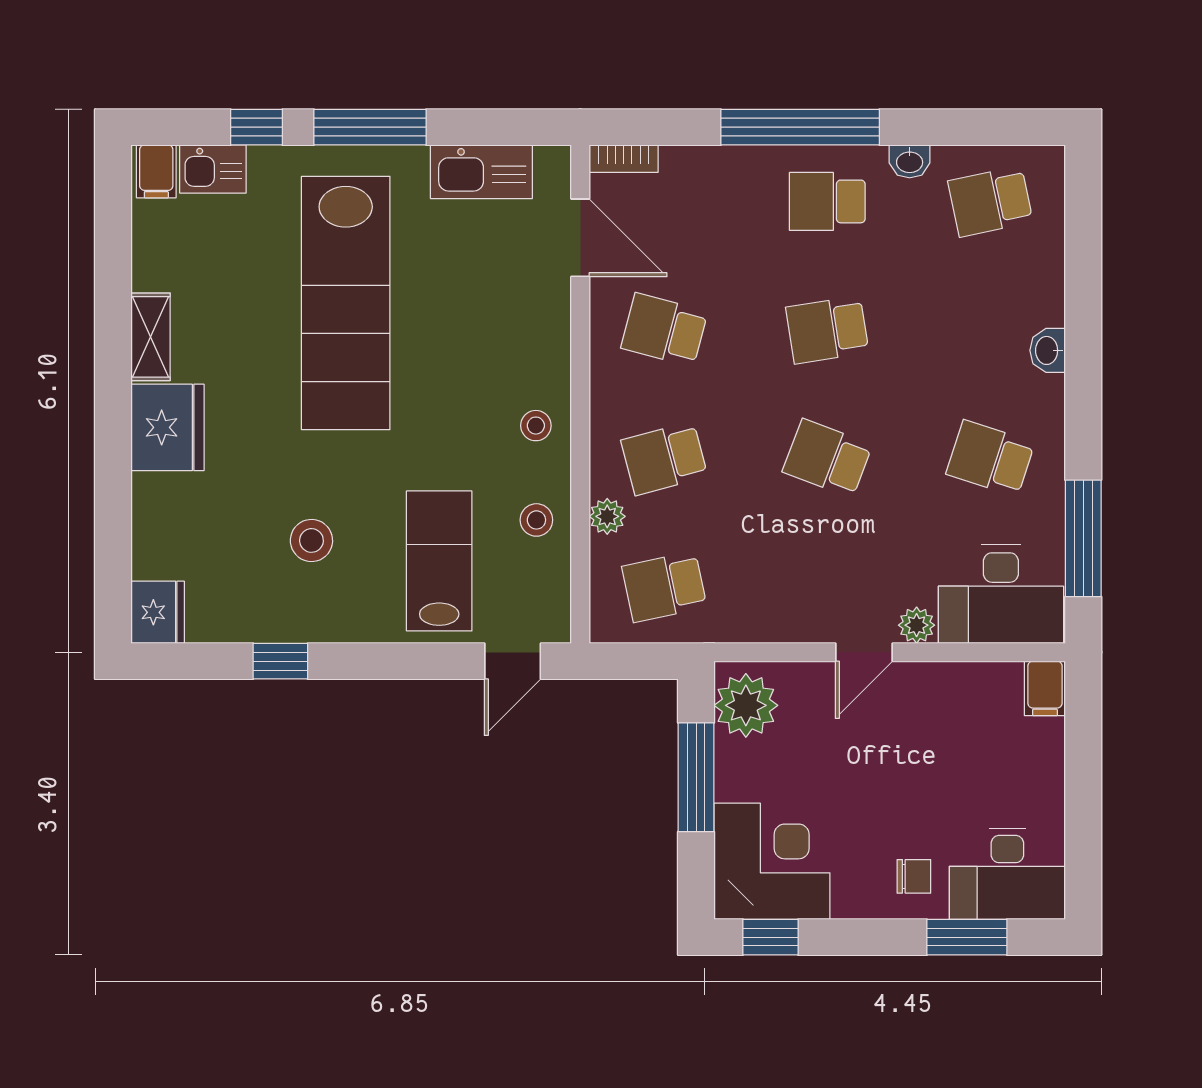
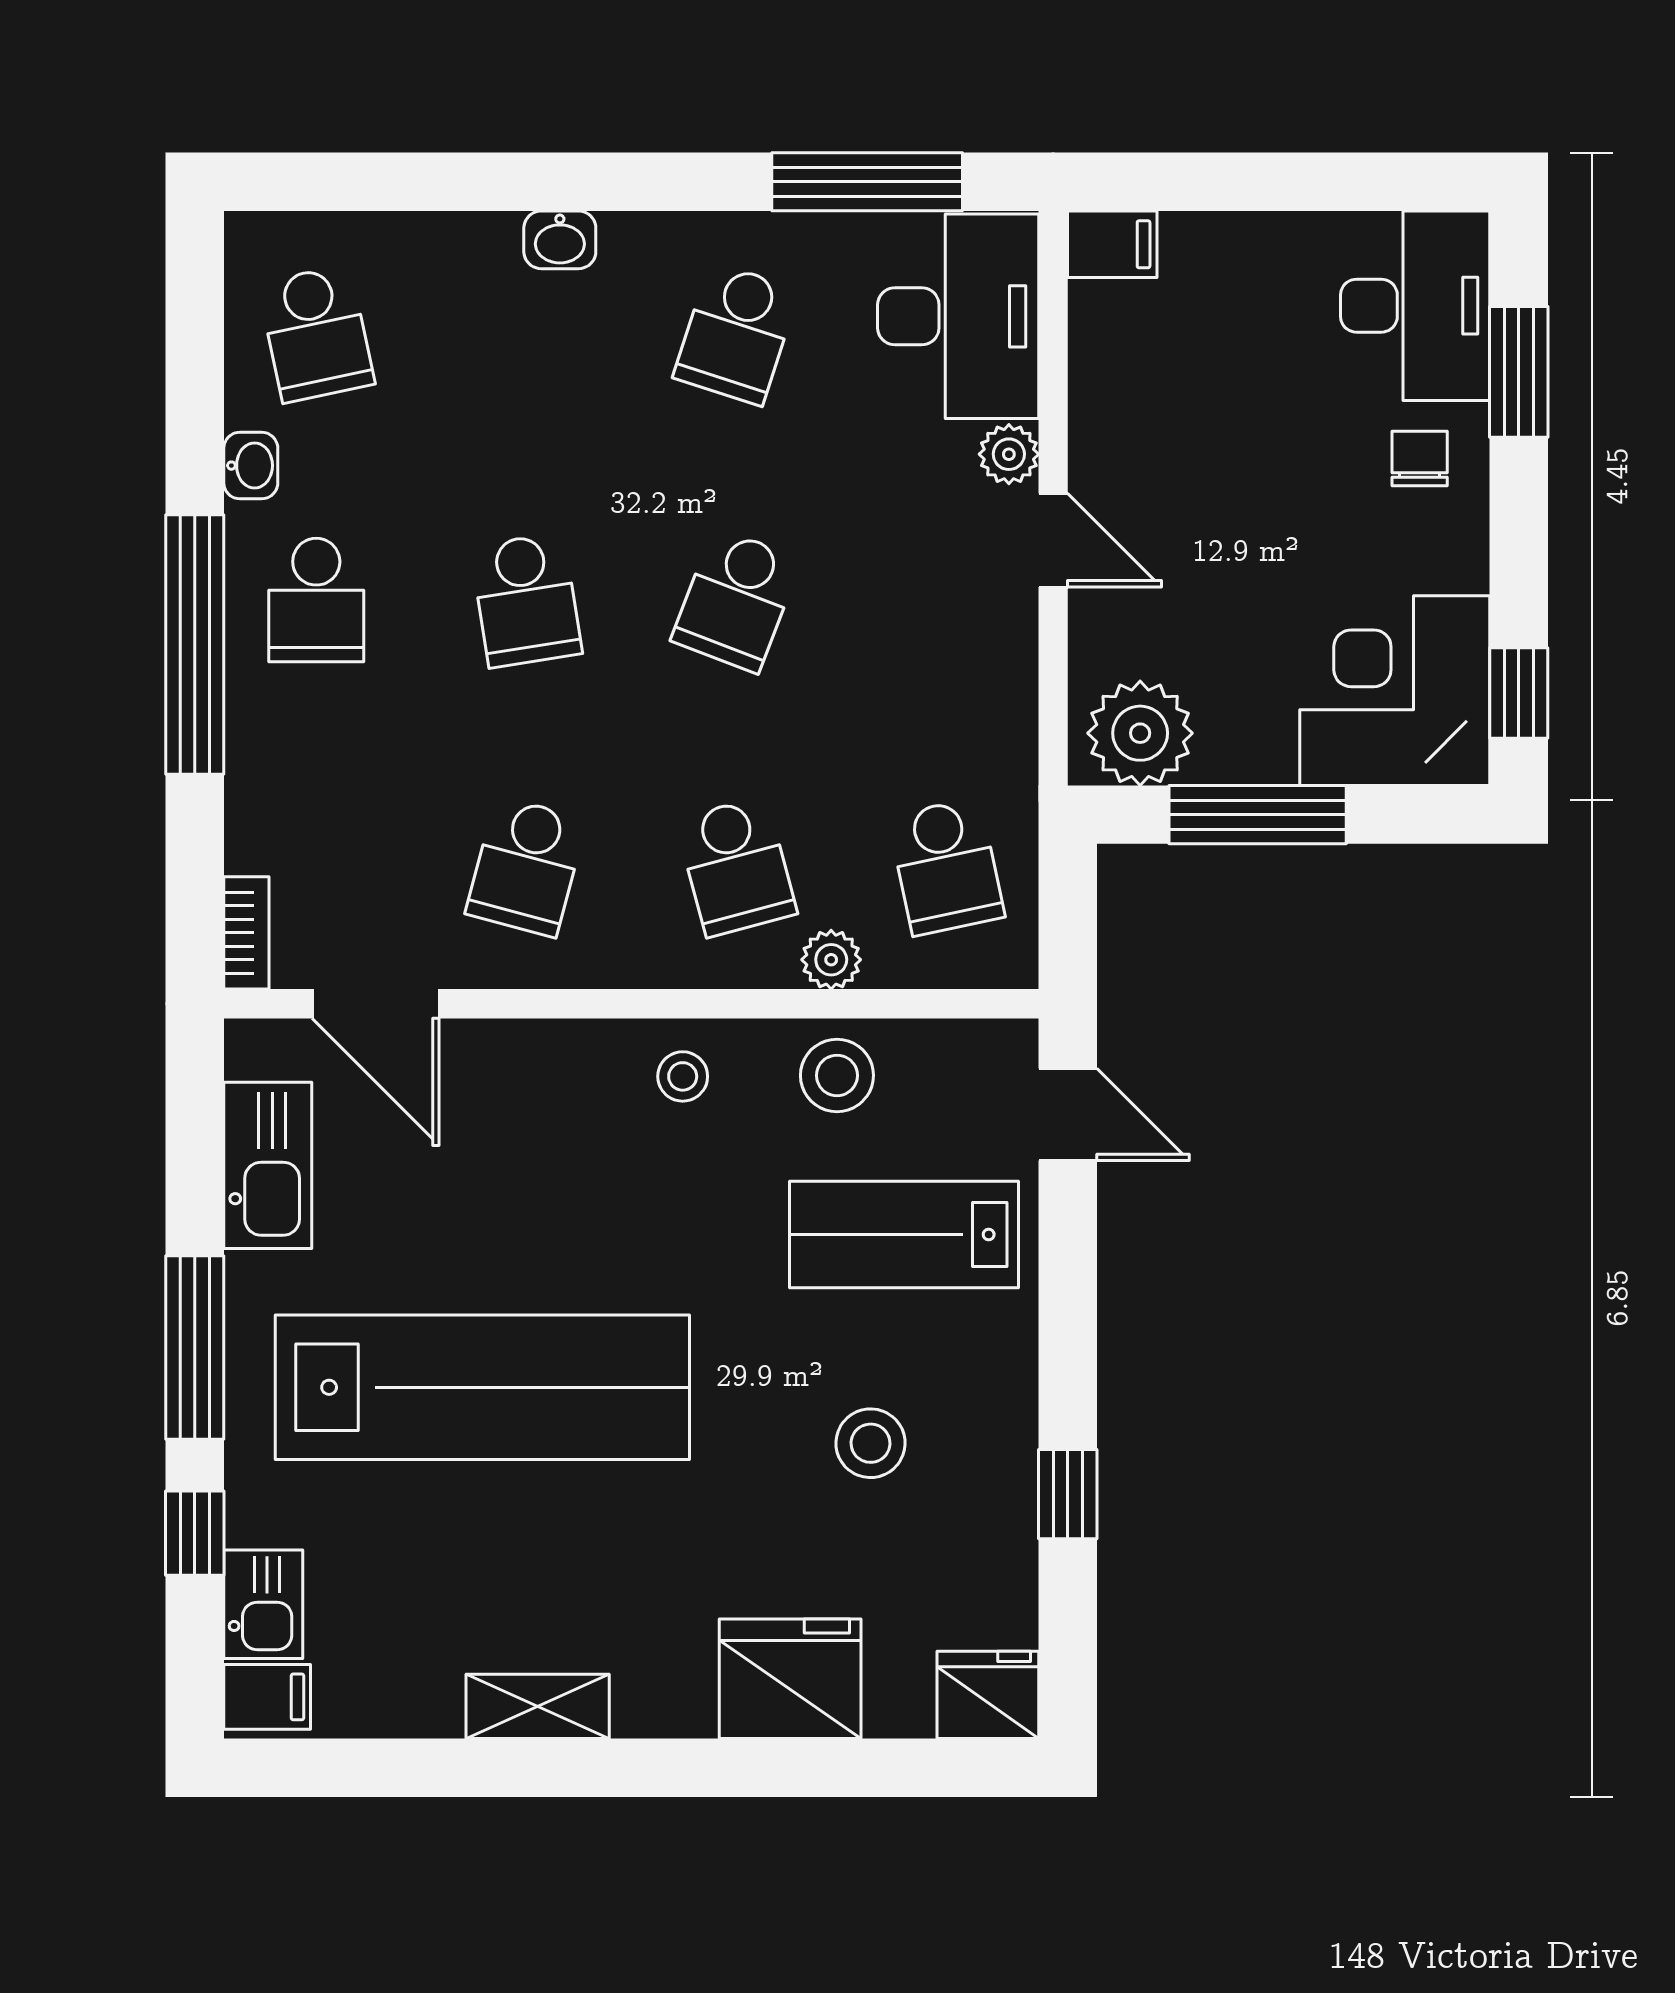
door: (580, 238) -> (376, 1004), swing flipped
fridge: (167, 427) -> (790, 1679), moved
stool: (536, 520) -> (837, 1075), width x1.37, depth x1.37

